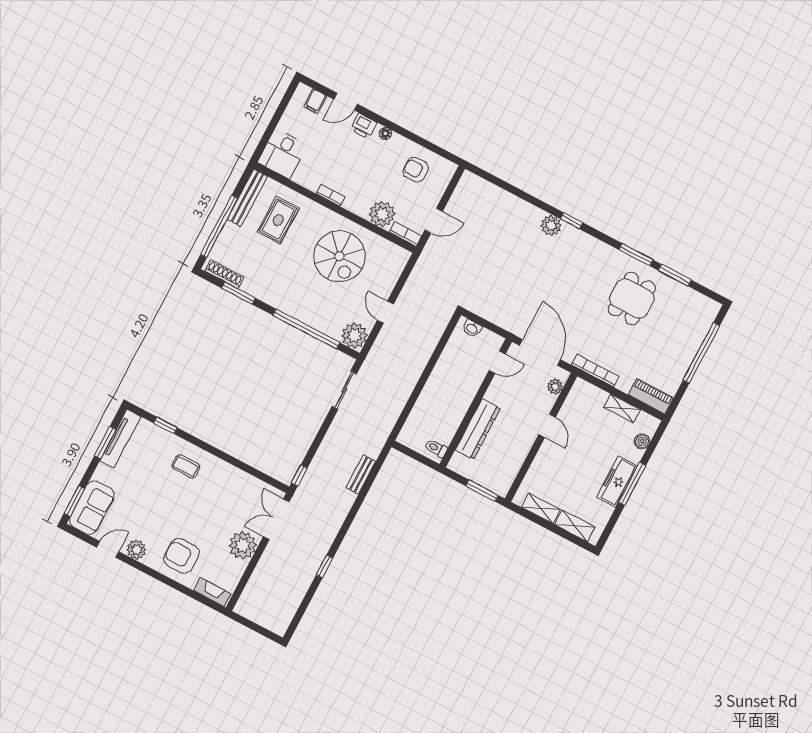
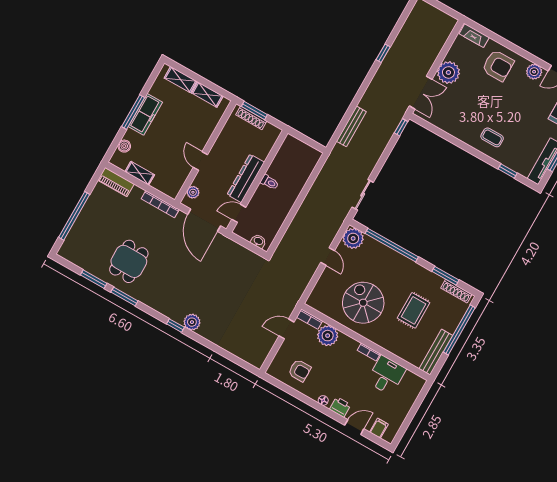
desk: (282, 154) -> (386, 375), moved
rug: (278, 220) -> (414, 310), moved
dresser: (478, 429) -> (246, 178), moved
toilet: (436, 448) -> (270, 182), moved
bench: (361, 475) -> (351, 126), width x1.36
shoe rack: (486, 481) -> (251, 118), added

